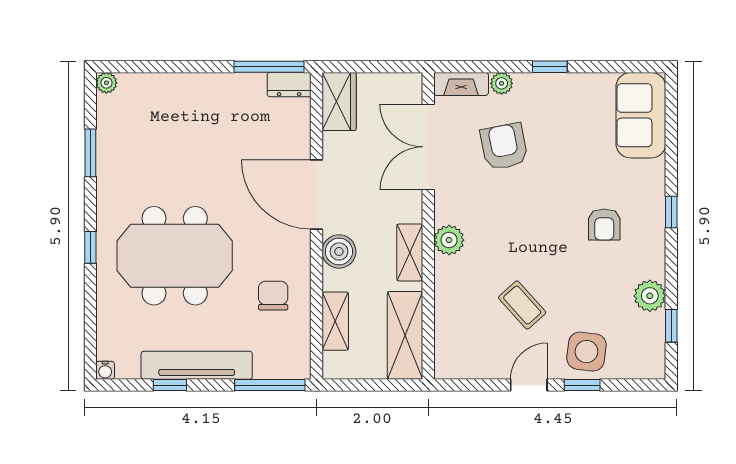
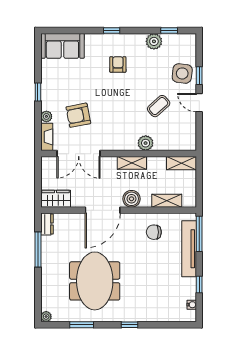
window: (269, 67) -> (38, 249), moved
armchair: (604, 225) -> (118, 64), turned -90
plant: (449, 240) -> (146, 143), moved
meeting table: (175, 256) -> (95, 281), moved
shelving: (405, 335) -> (181, 163), width x0.67, depth x0.75
tv unit: (197, 365) -> (189, 249), moved
water cooler: (105, 370) -> (192, 305), moved

